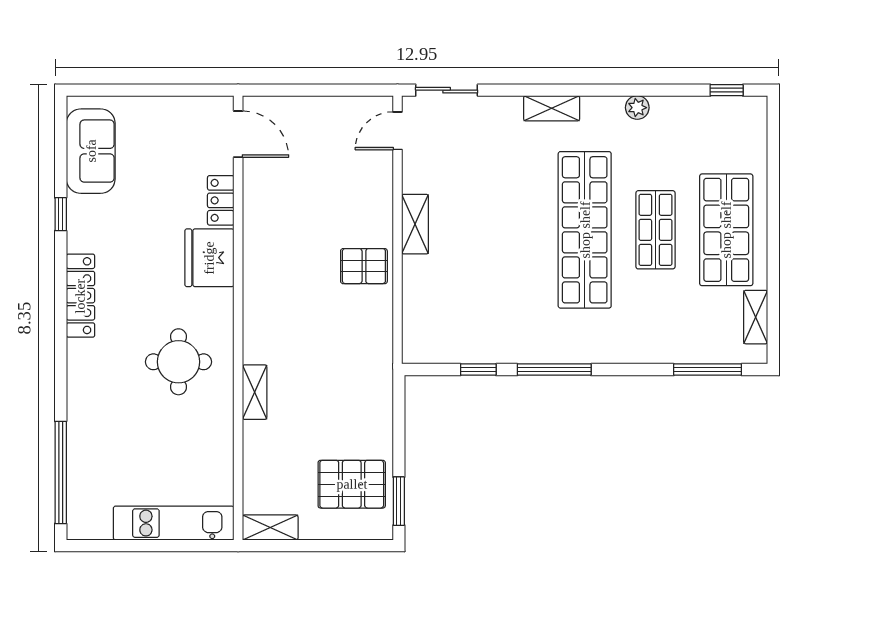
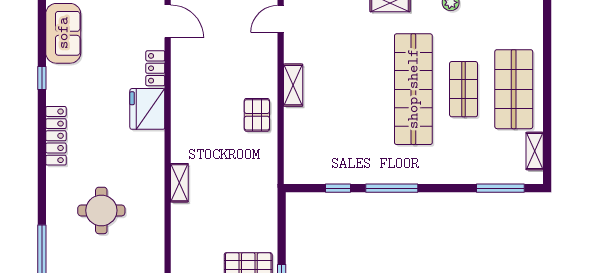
pallet: (364, 266) -> (257, 115), turned 90
round table: (178, 362) -> (101, 210), moved
shelving: (255, 392) -> (179, 183), moved

